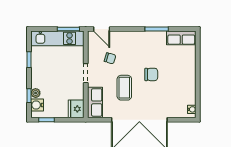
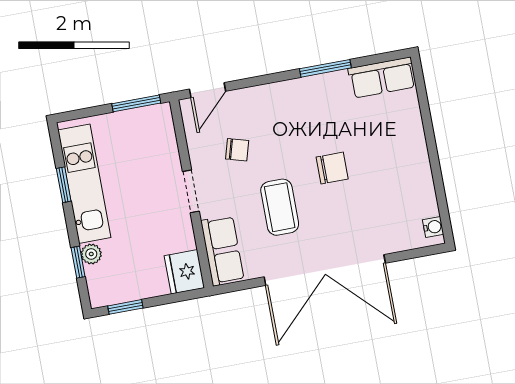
door: (102, 29) -> (207, 90), hinge flipped
kitchen unit: (57, 38) -> (84, 184), moved, turned -90
water cooler: (37, 105) -> (99, 279), removed

